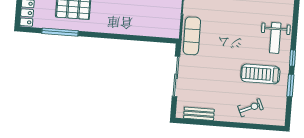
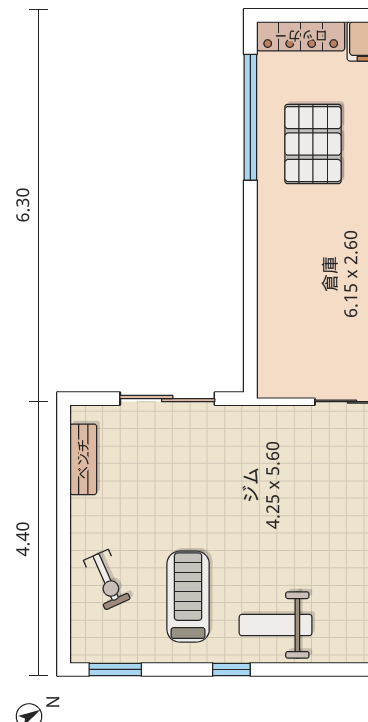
window: (60, 32) -> (250, 117), width x1.46
exercise mat: (192, 36) -> (265, 429), removed
window: (290, 85) -> (115, 669), moved

